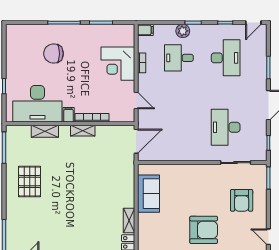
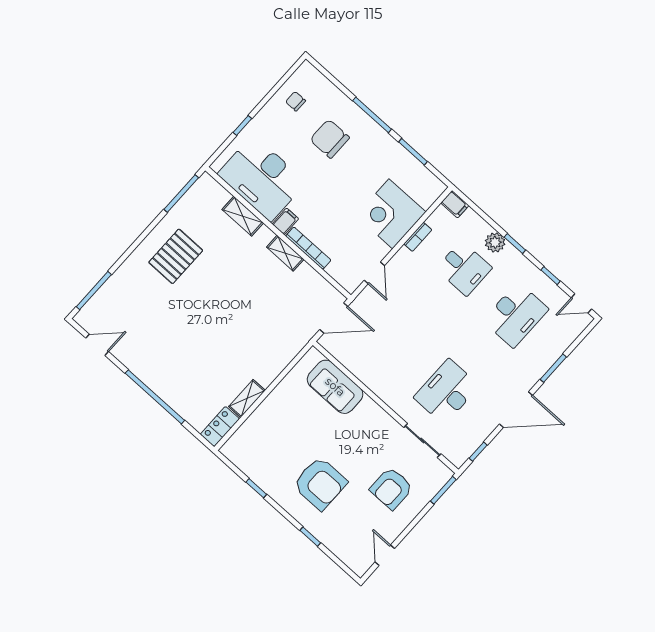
chair: (20, 50) -> (296, 101), added
desk: (179, 58) -> (464, 268), turned 180
sofa: (149, 194) -> (335, 387), moved, turned 90

